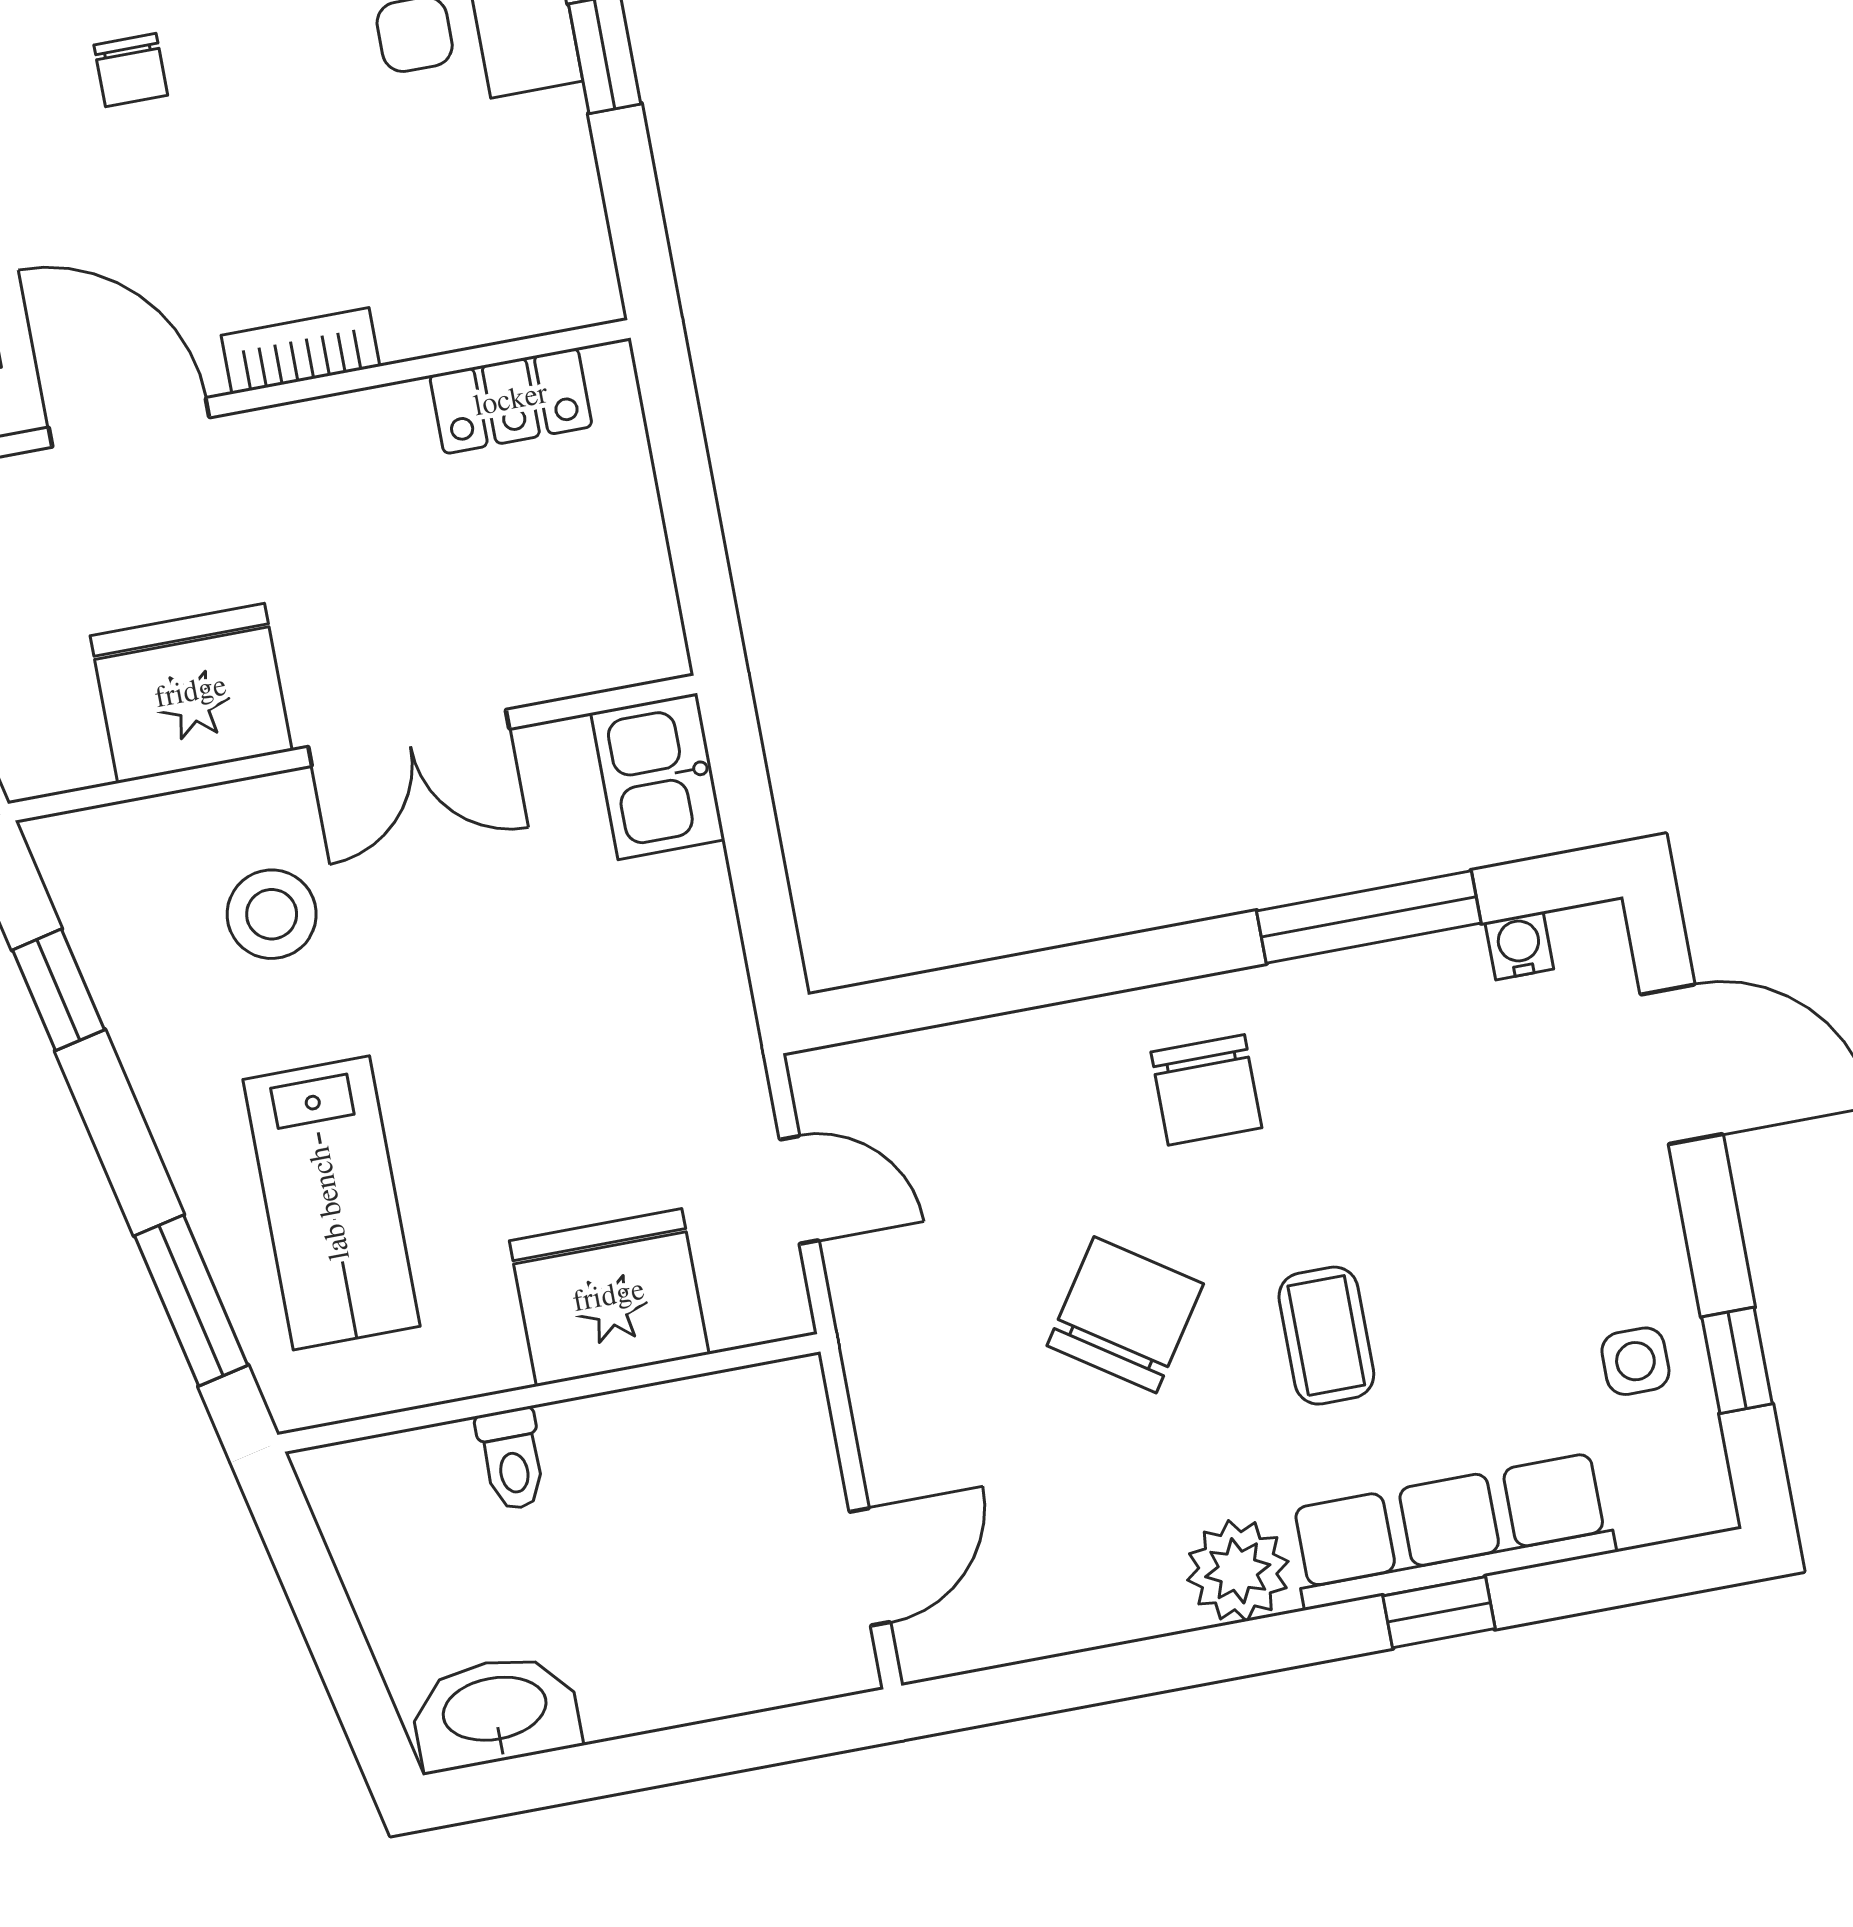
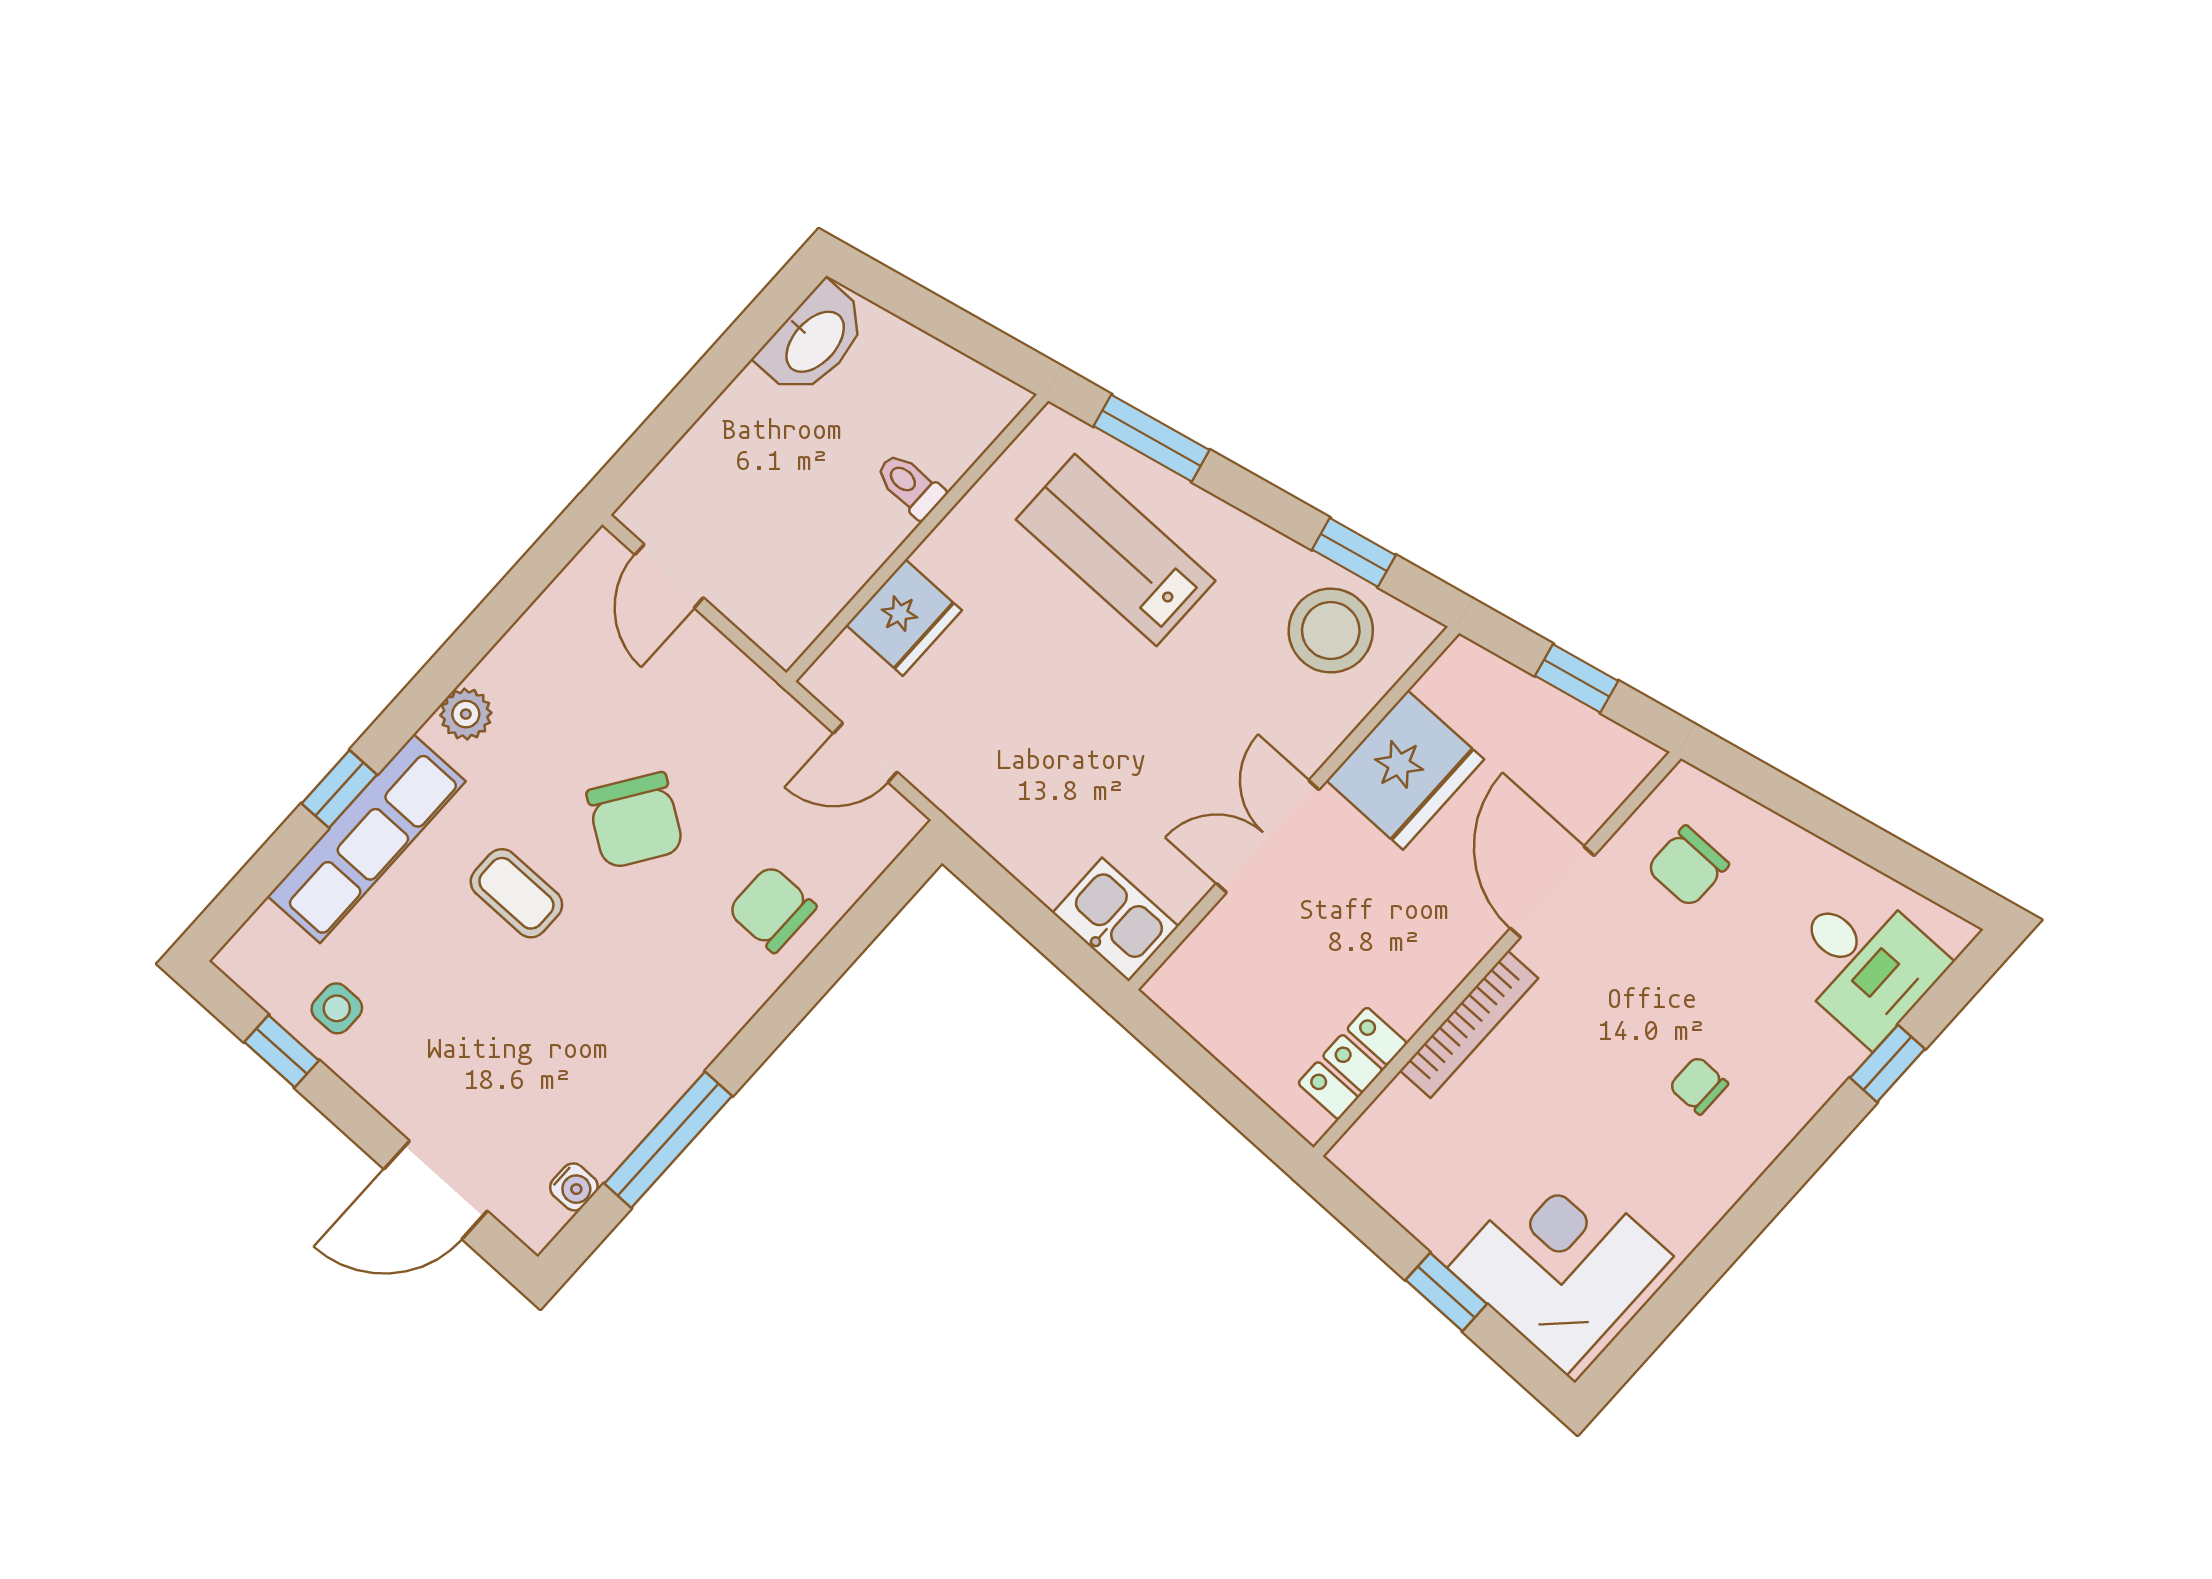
bookcase: (300, 351) -> (1469, 1024), width x1.56
door: (129, 422) -> (1552, 892), swing flipped
stool: (272, 914) -> (1331, 631), moved, width x1.38, depth x1.38
chair: (1206, 1090) -> (772, 909), moved
fridge: (609, 1297) -> (904, 618), width x0.73, depth x0.75
plant: (1238, 1571) -> (466, 714), width x0.73, depth x0.73

